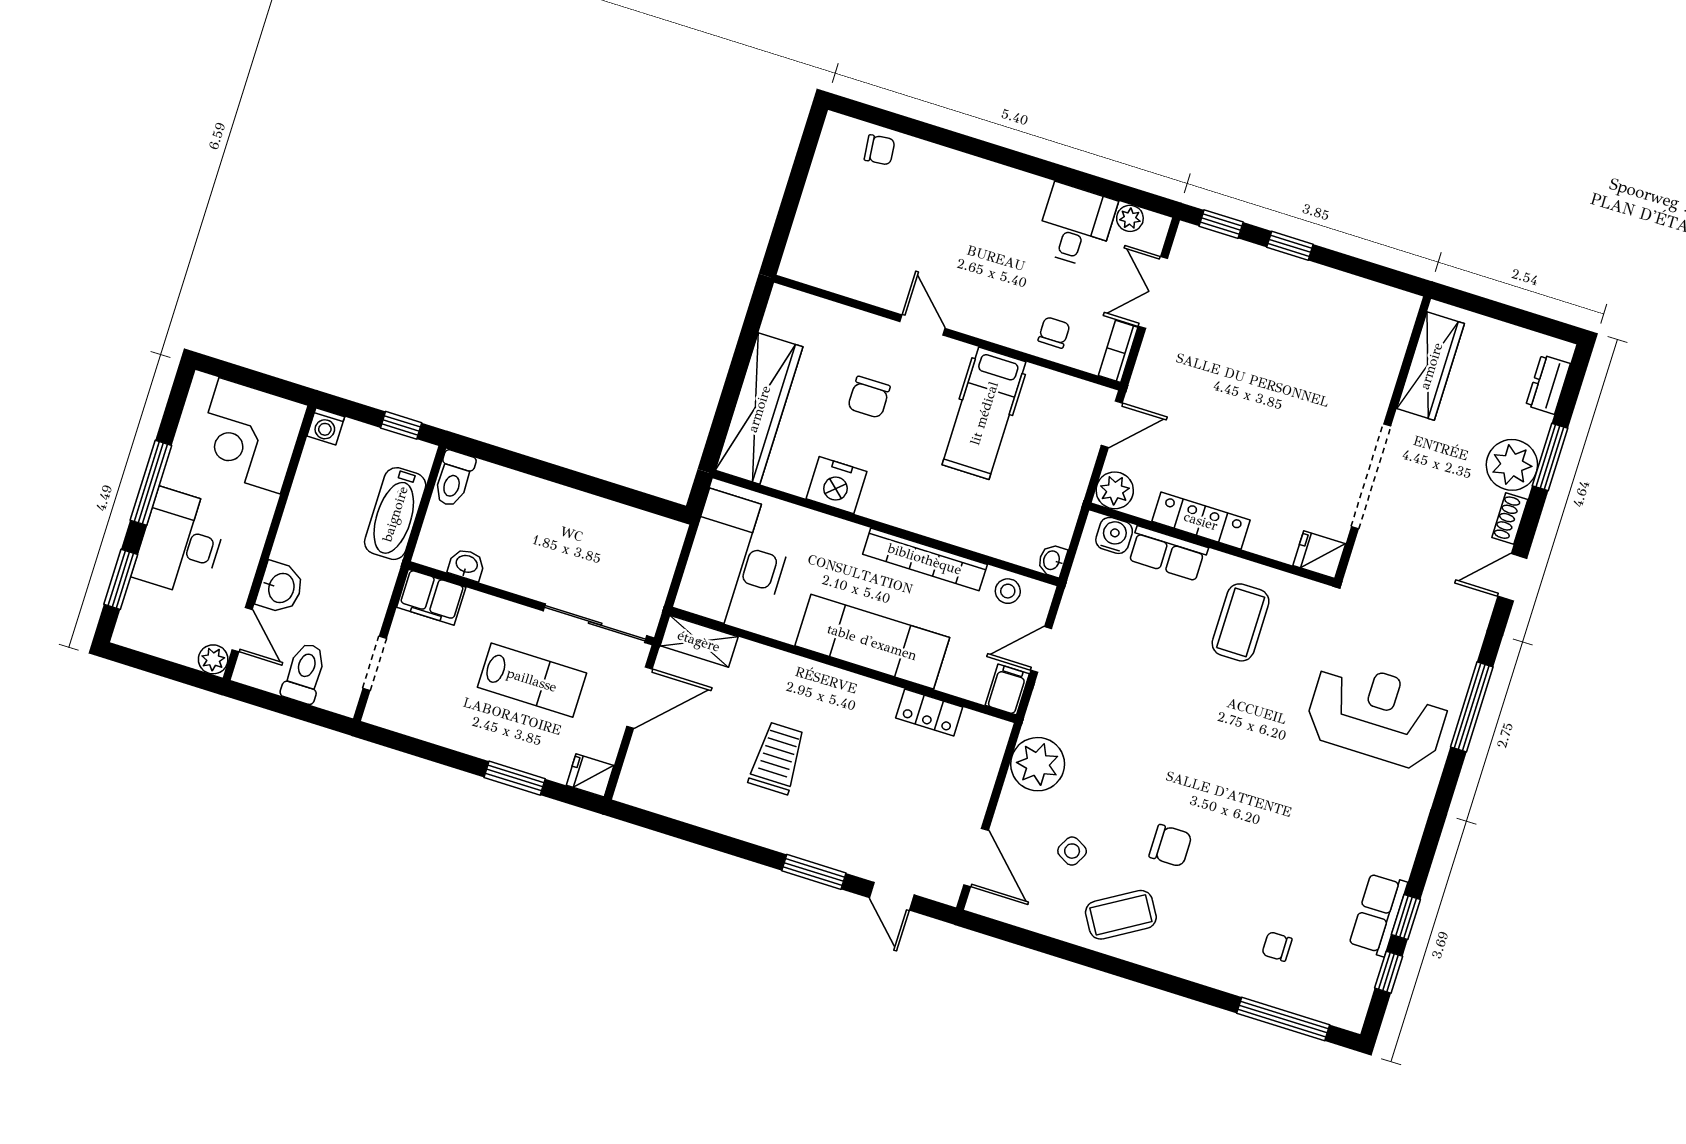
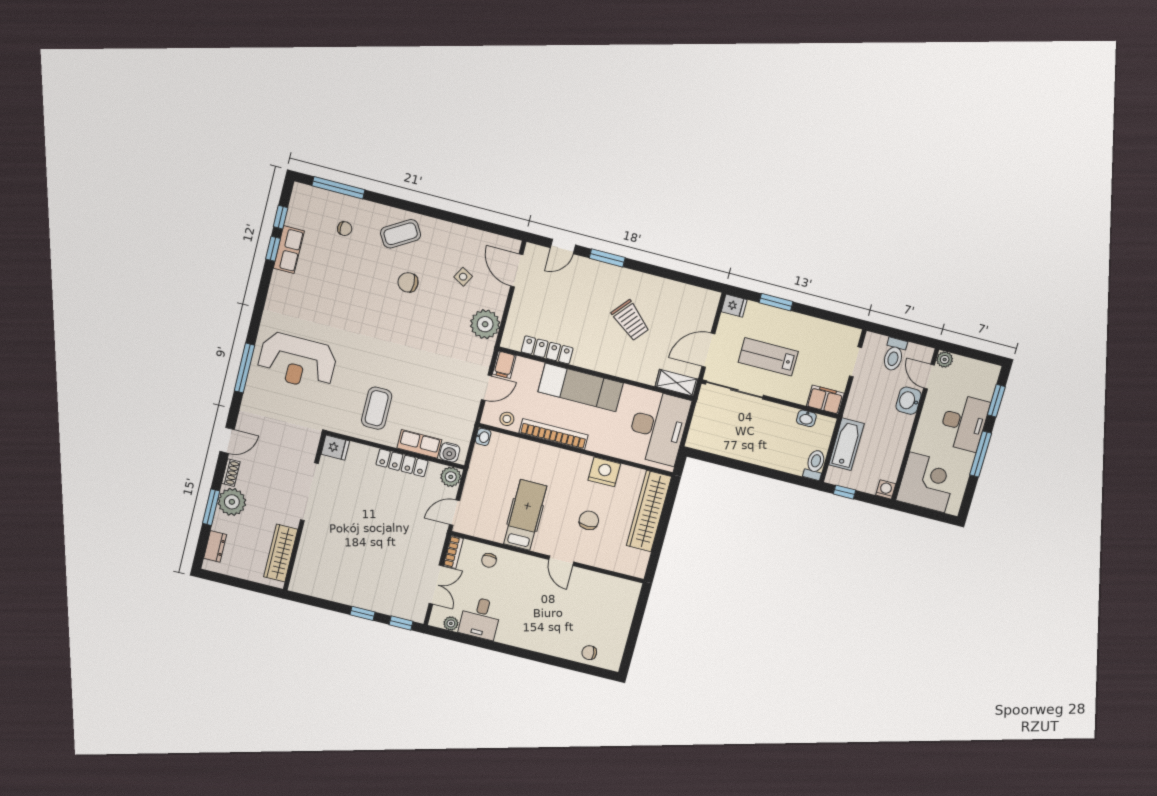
locker: (929, 713) -> (547, 350), width x1.53
trolley: (777, 758) -> (630, 320), turned -50
door: (892, 896) -> (563, 246), swing flipped
coffee table: (1121, 915) -> (401, 234), moved

